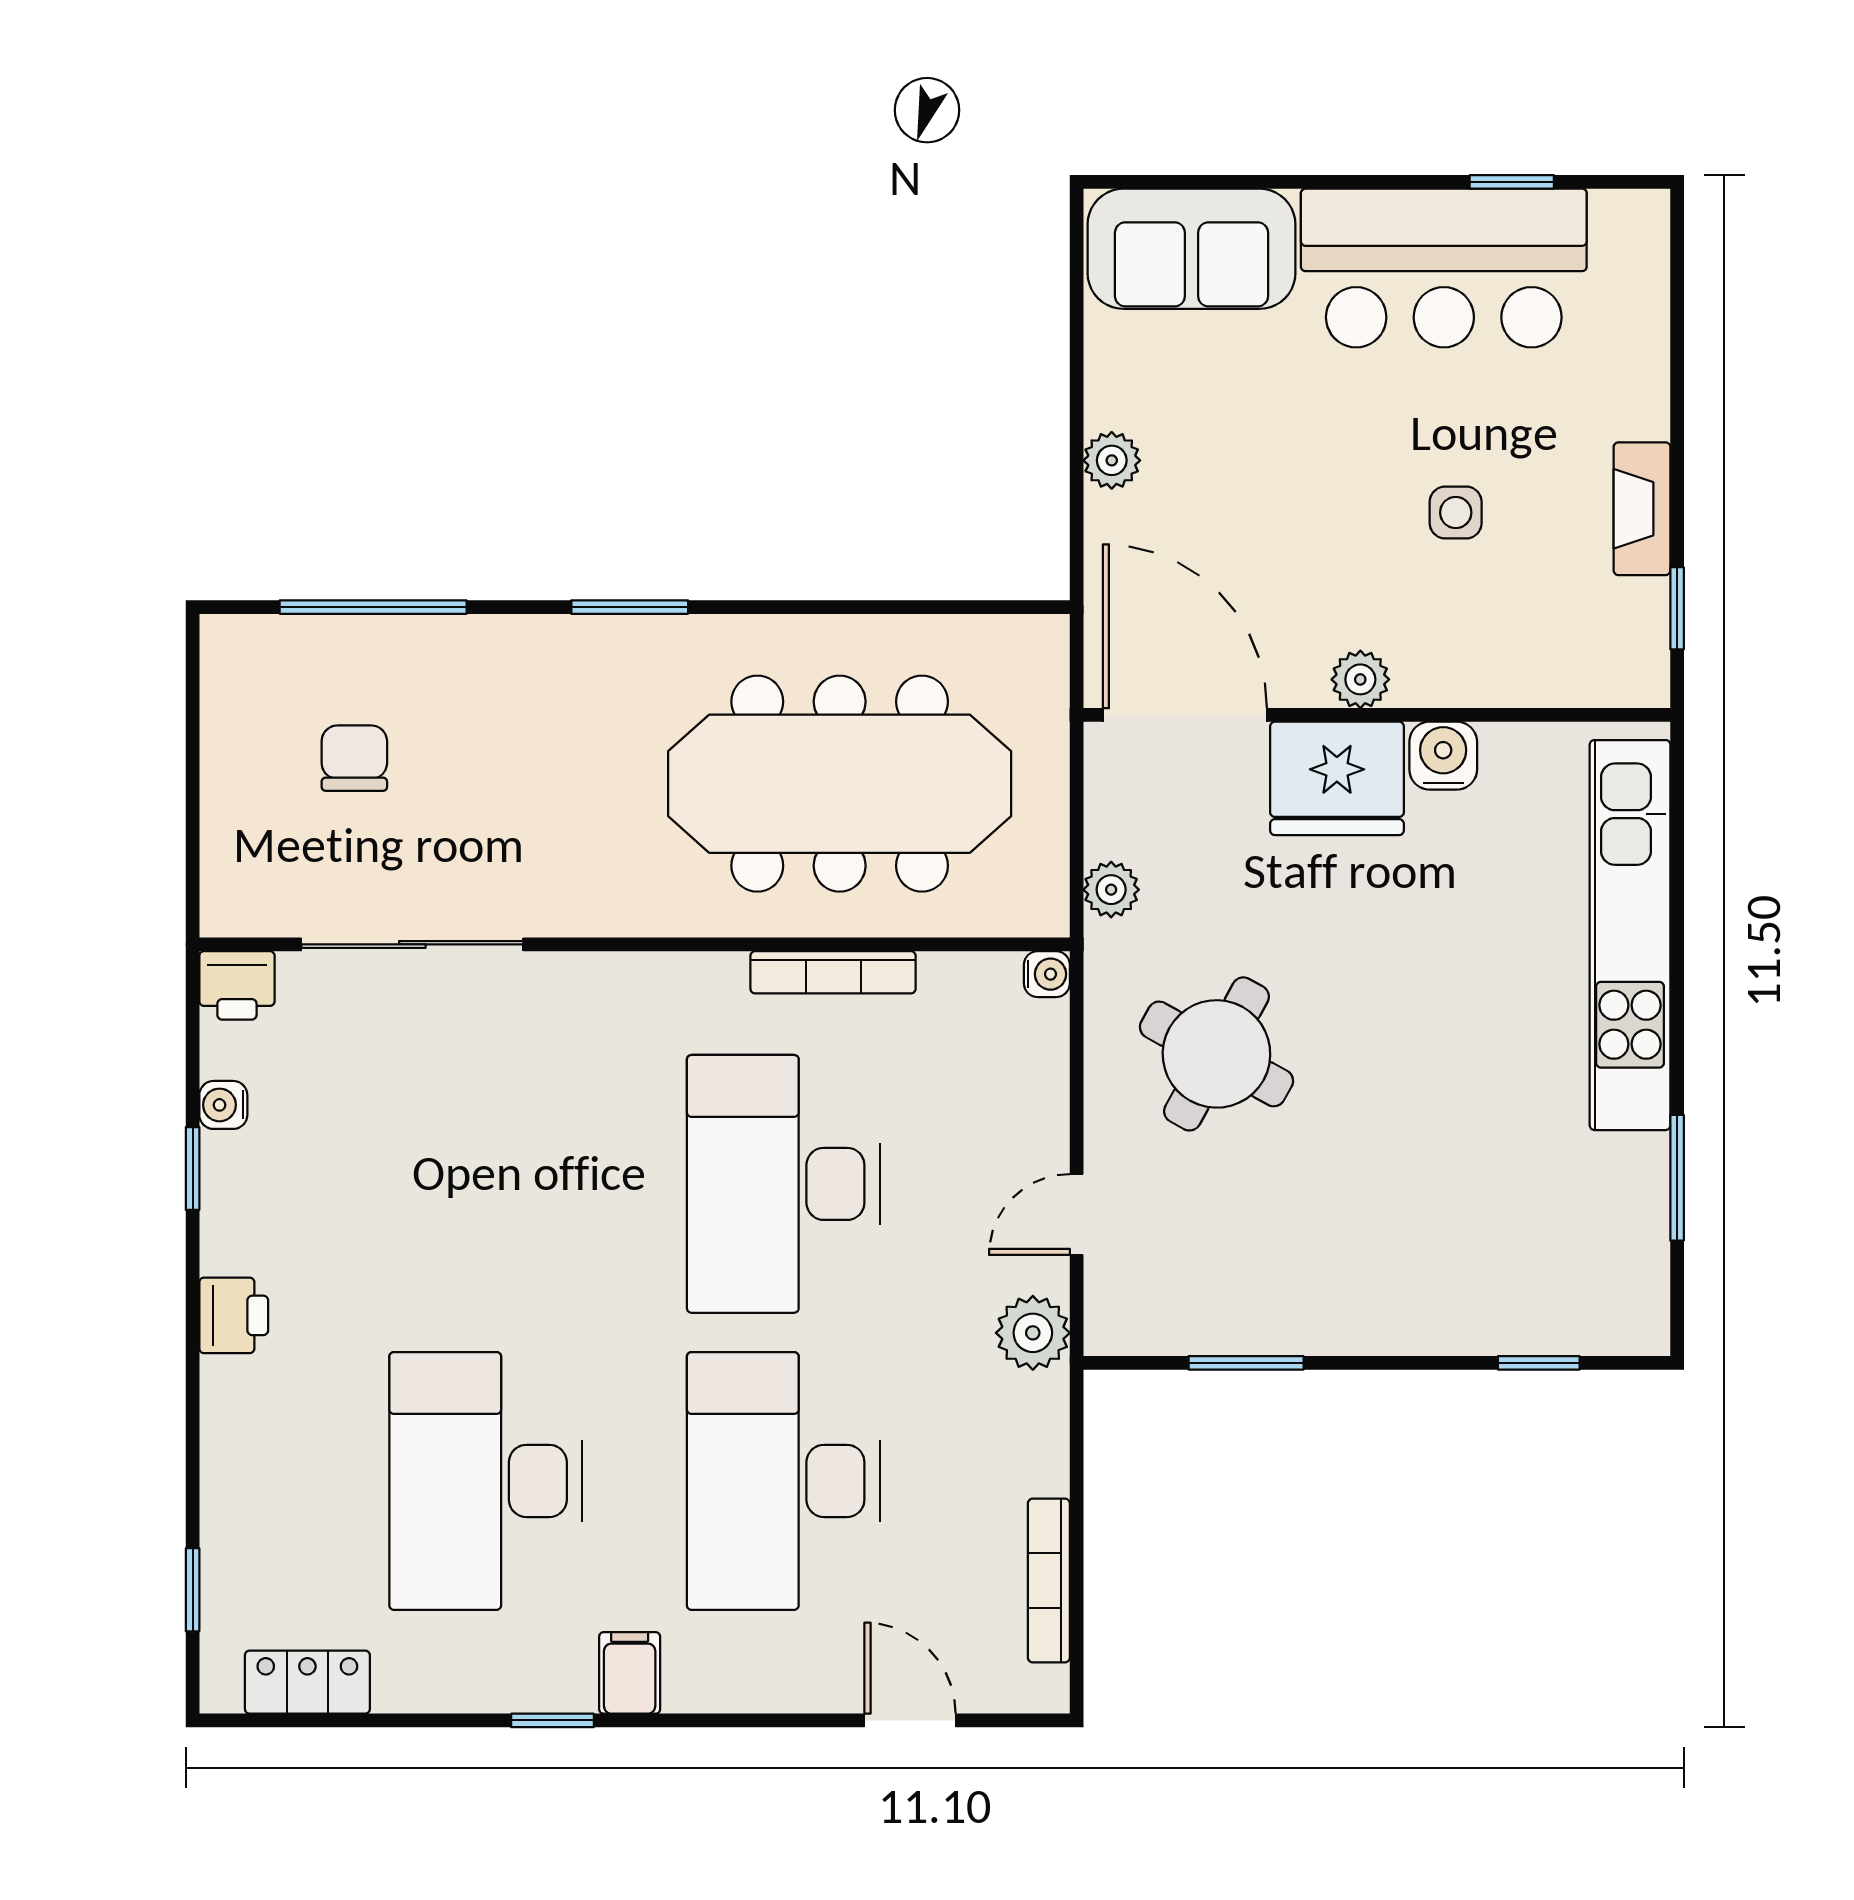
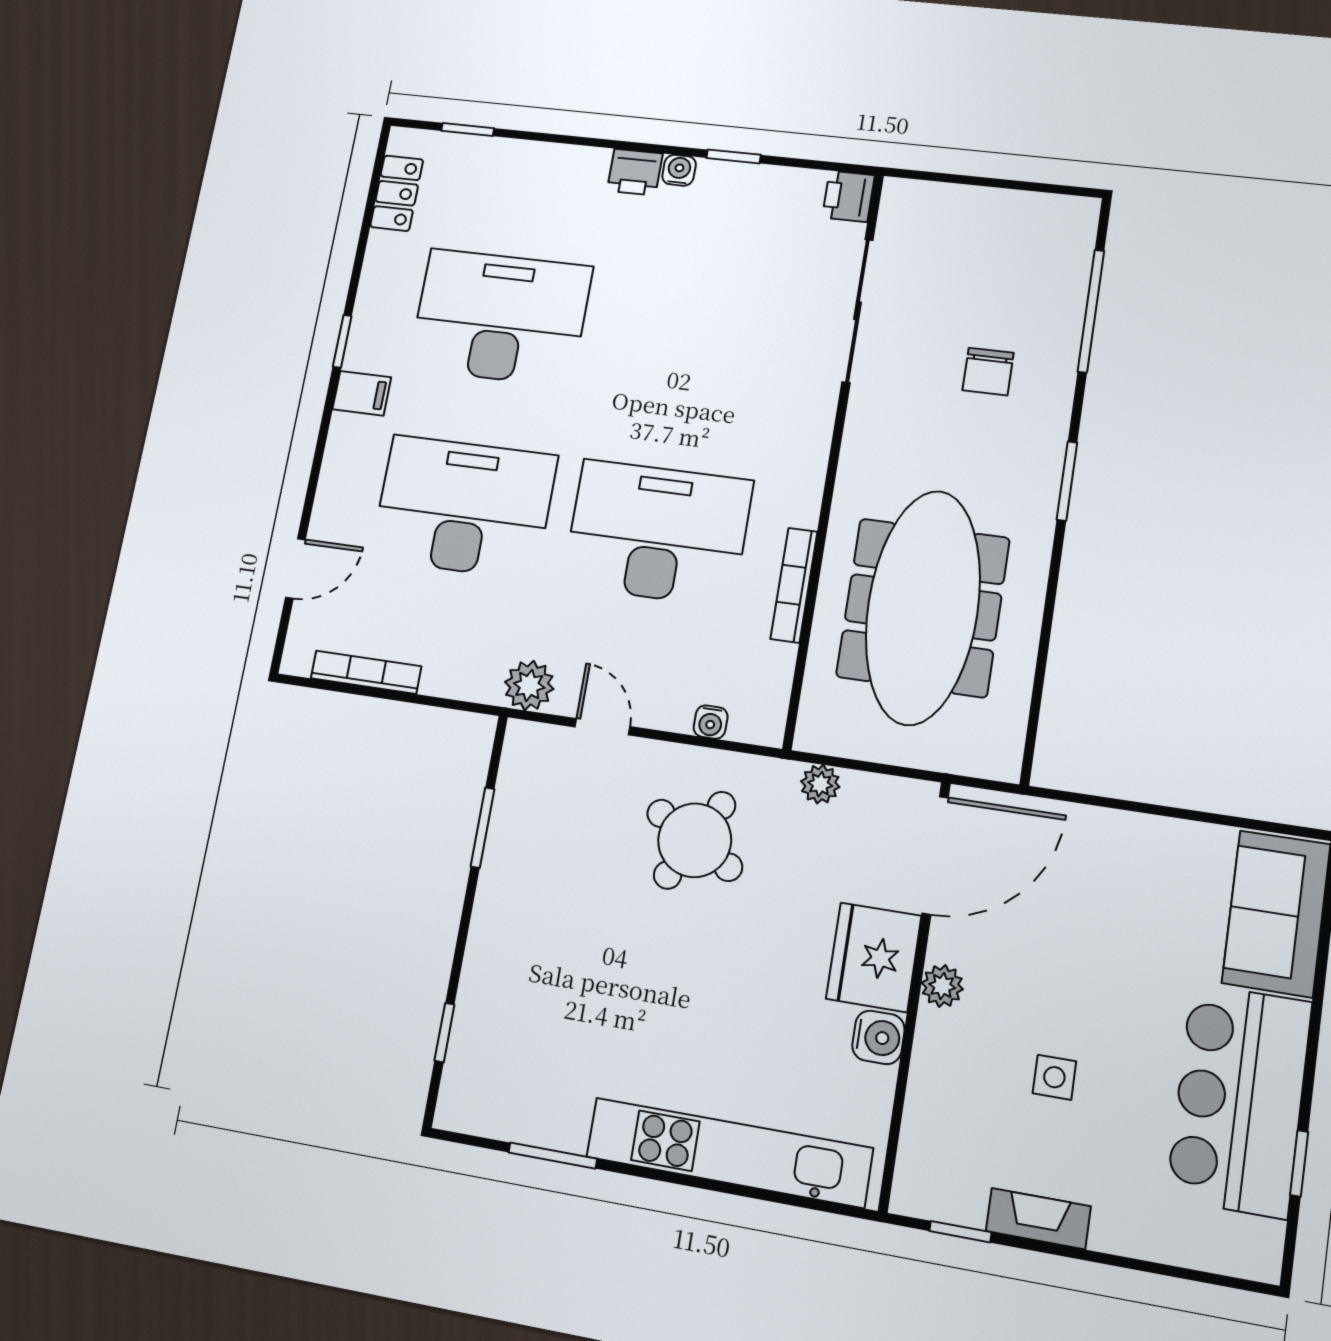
plant: (1112, 460) -> (1126, 831), removed
chair: (354, 758) -> (988, 372), moved, turned 90
water cooler: (1047, 974) -> (711, 722), moved
water cooler: (223, 1105) -> (679, 170), moved

